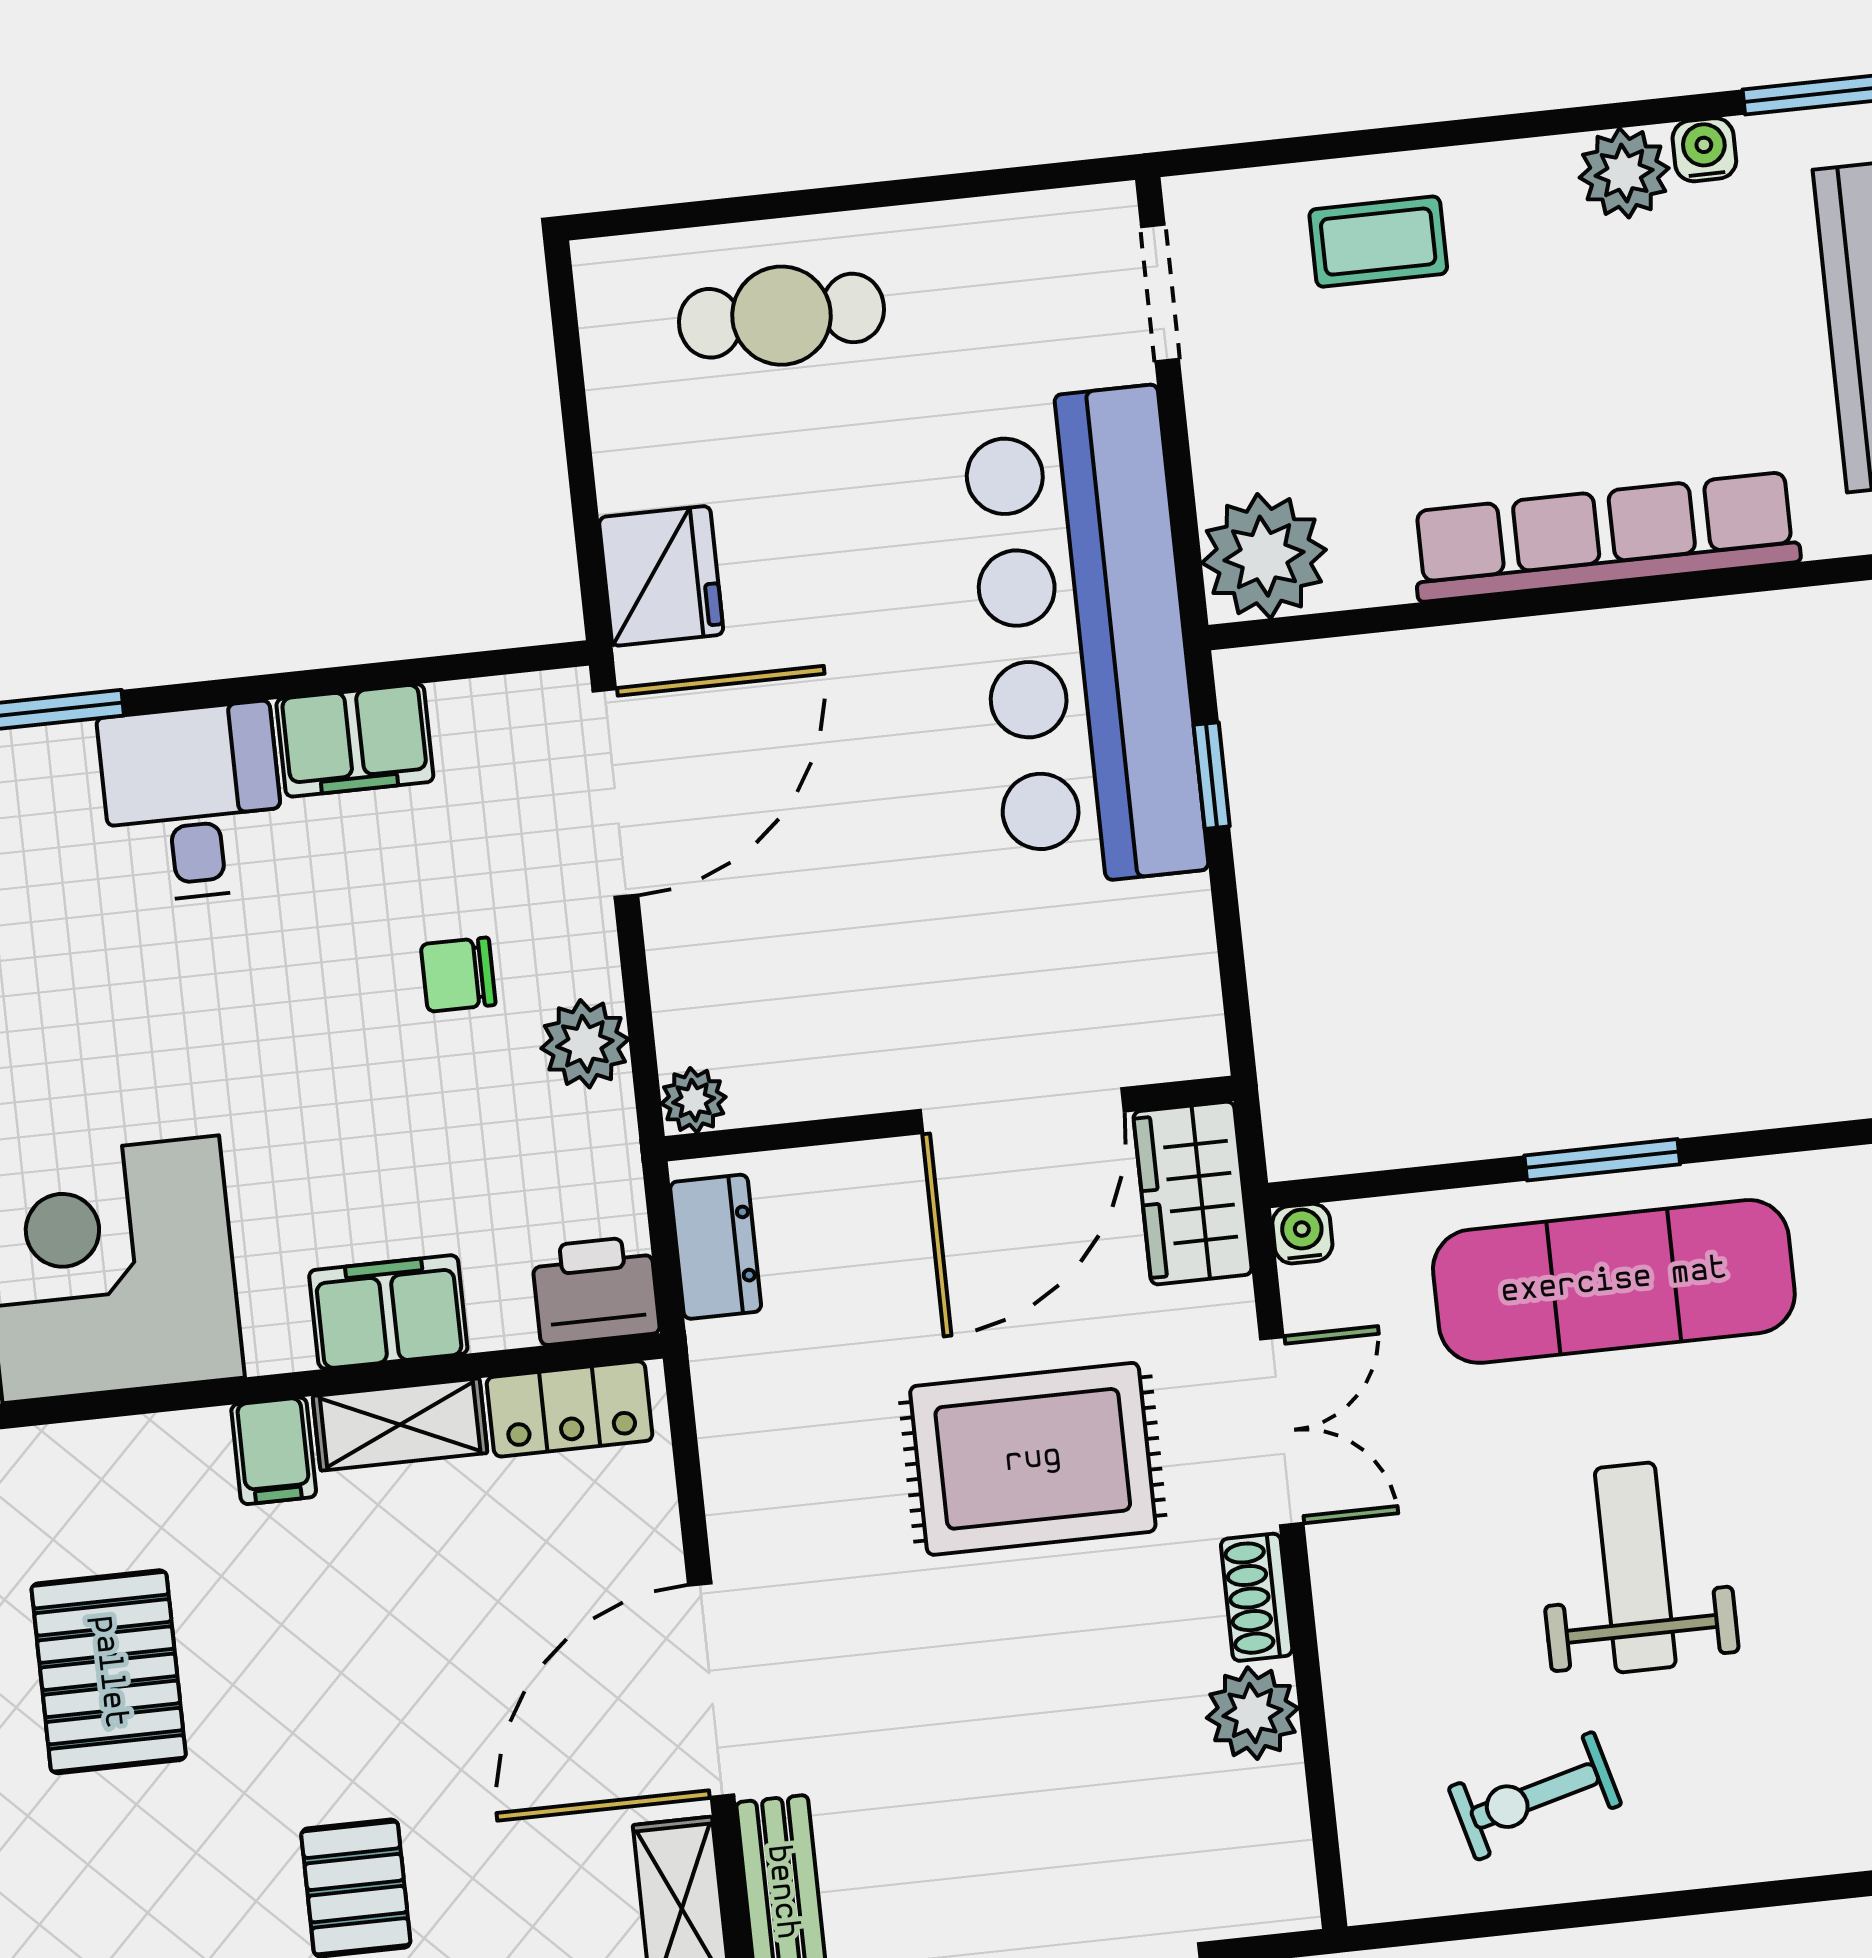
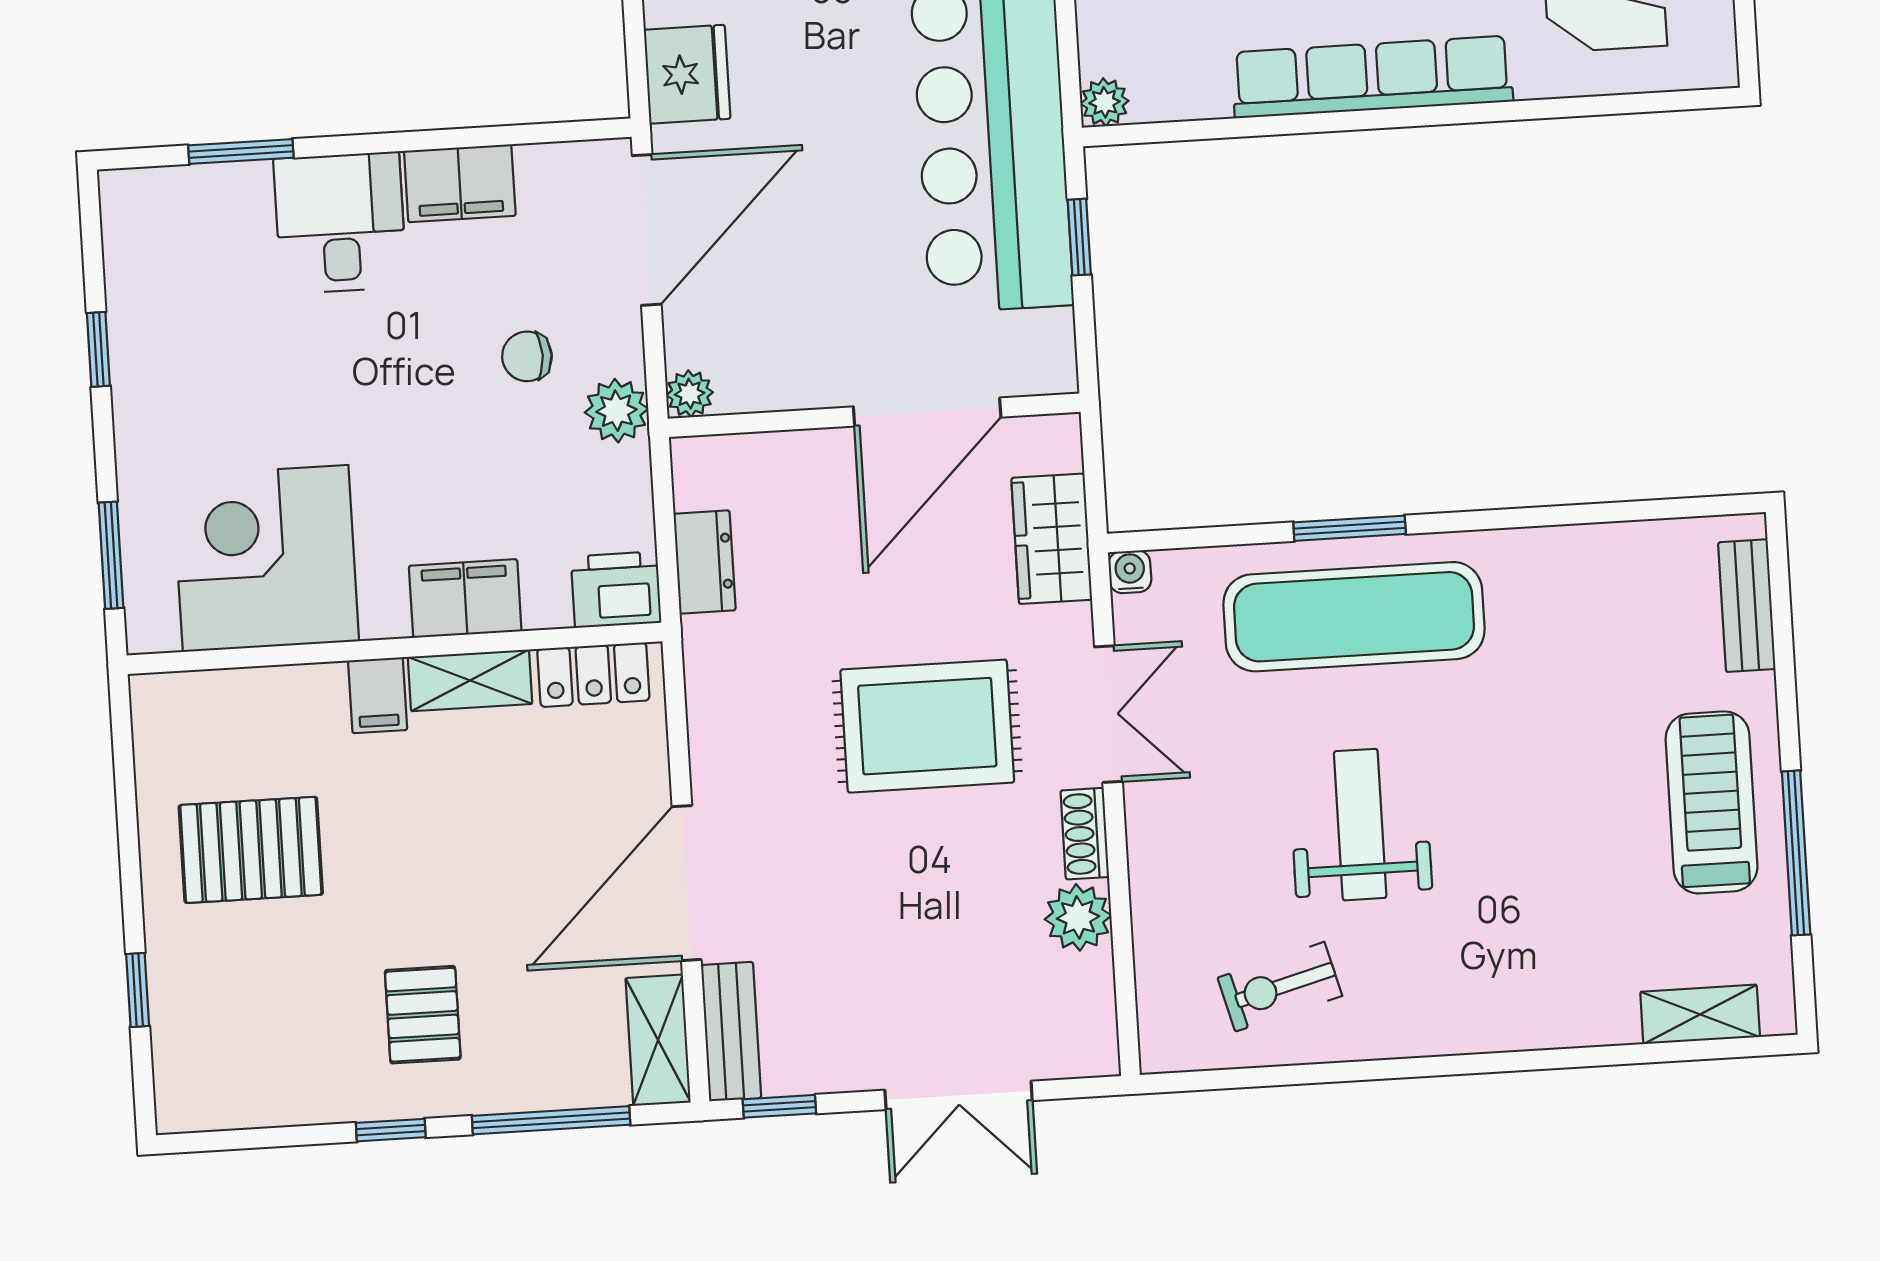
plant: (1264, 556) -> (1105, 102), width x0.53, depth x0.53
plant: (694, 1100) -> (690, 394), moved
door: (1022, 1111) -> (927, 412), moved
wall: (949, 1119) -> (874, 415), moved
pallet: (109, 1672) -> (251, 850), turned 90

